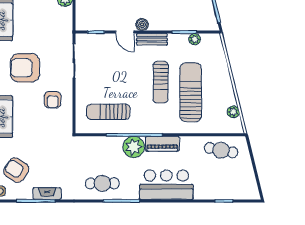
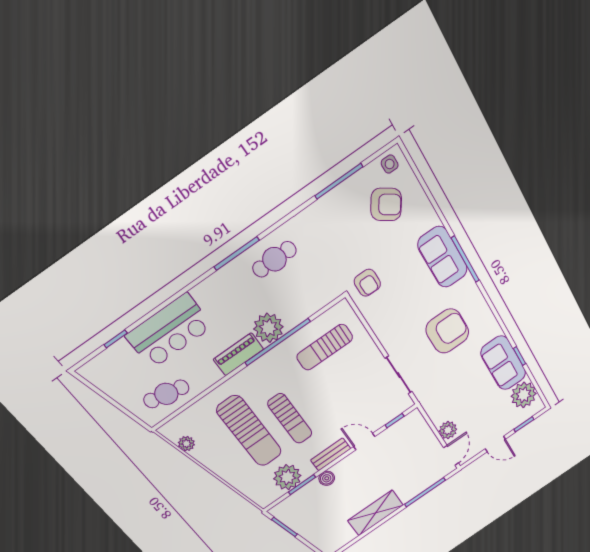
boiler: (142, 24) -> (327, 478), moved
plant: (195, 39) -> (287, 477), width x1.88, depth x1.88
sun lounger: (161, 82) -> (290, 419), turned 180
armchair: (53, 100) -> (367, 283), moved, turned 180
sun lounger: (108, 112) -> (325, 347), turned 180
bar counter: (166, 185) -> (169, 331), moved
fireplace: (47, 194) -> (332, 200), removed

